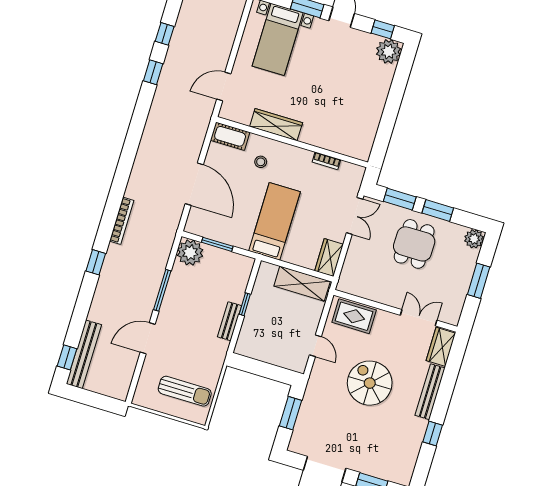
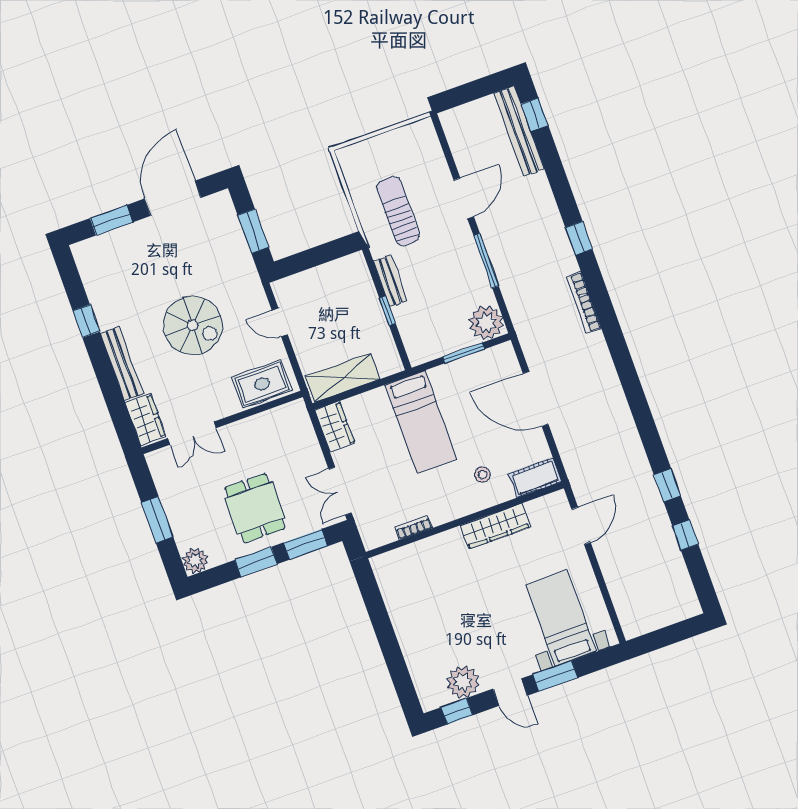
plant: (389, 51) -> (463, 682), moved
sun lounger: (185, 391) -> (398, 211), moved, turned 90

